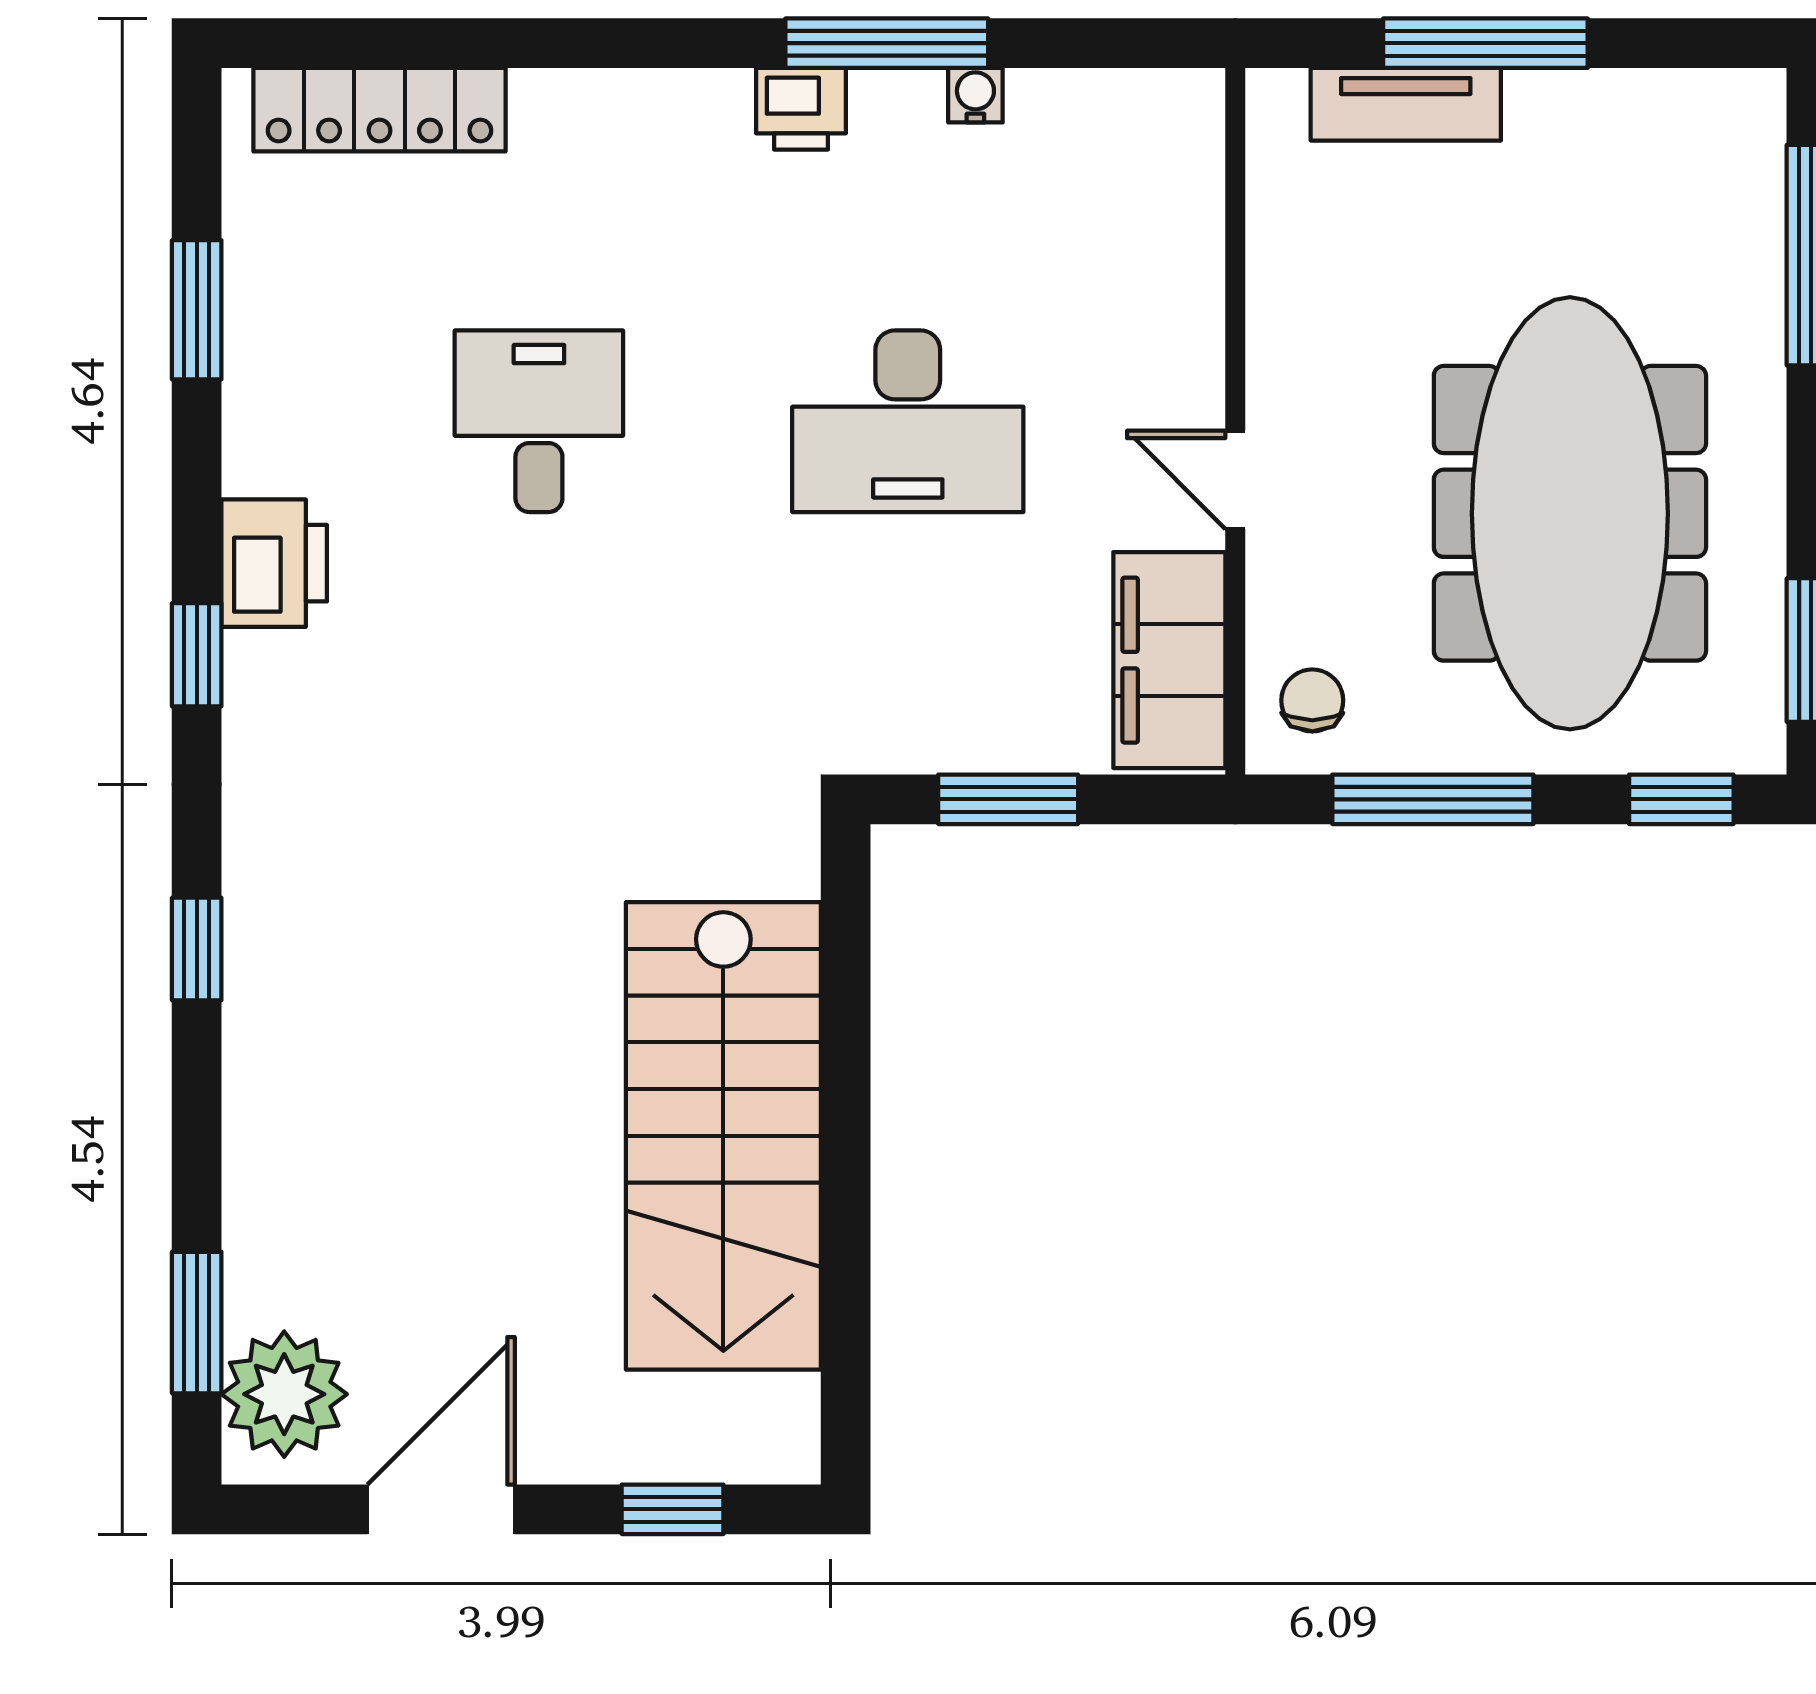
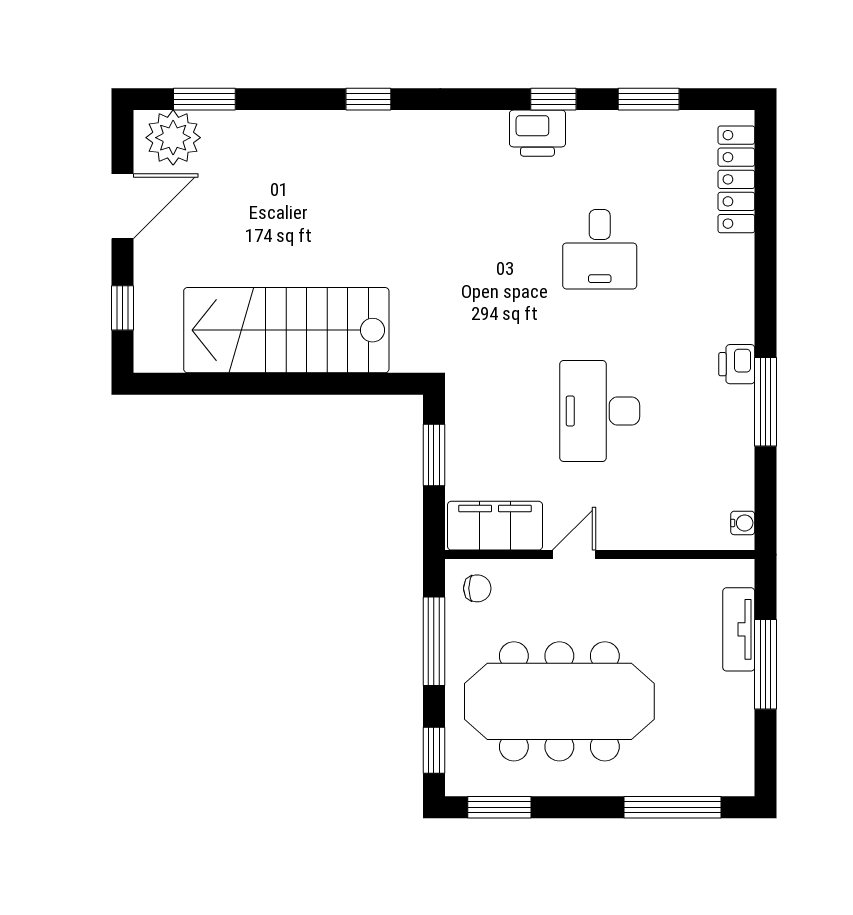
water cooler: (975, 95) -> (743, 523), moved
desk: (539, 421) -> (600, 249), turned 90
window: (197, 655) -> (553, 99), moved
door: (441, 1509) -> (123, 206), hinge flipped

